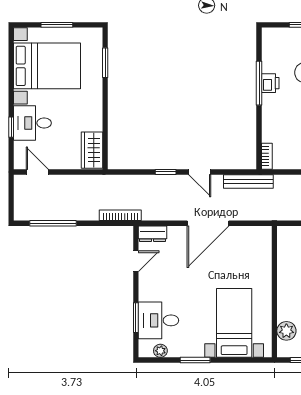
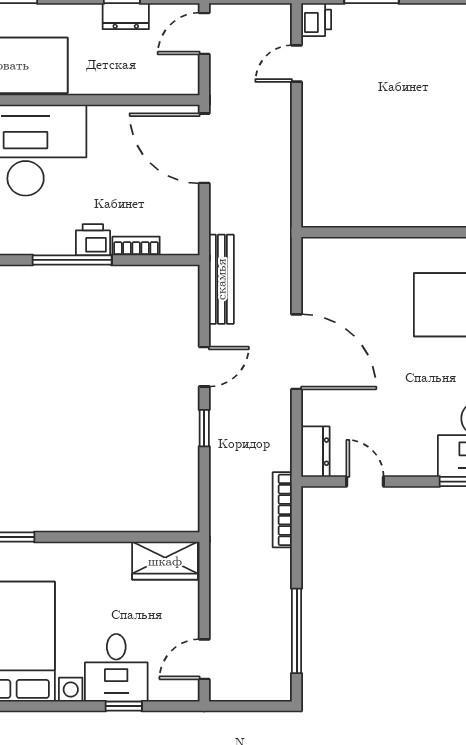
window: (259, 83) -> (72, 260), moved
printer: (270, 83) -> (93, 240), moved
bookcase: (267, 156) -> (136, 246), moved

